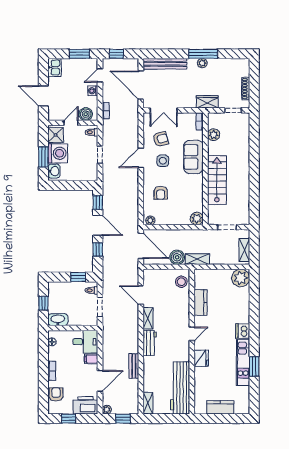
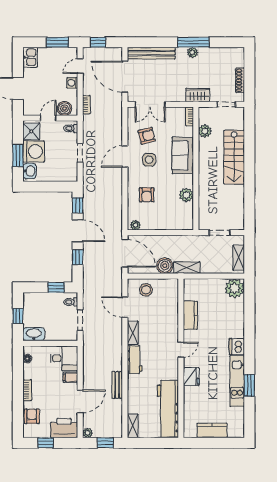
stairs: (217, 180) -> (234, 157), moved, turned 180
plant: (197, 219) -> (186, 195), moved
stool: (181, 282) -> (146, 290), moved

